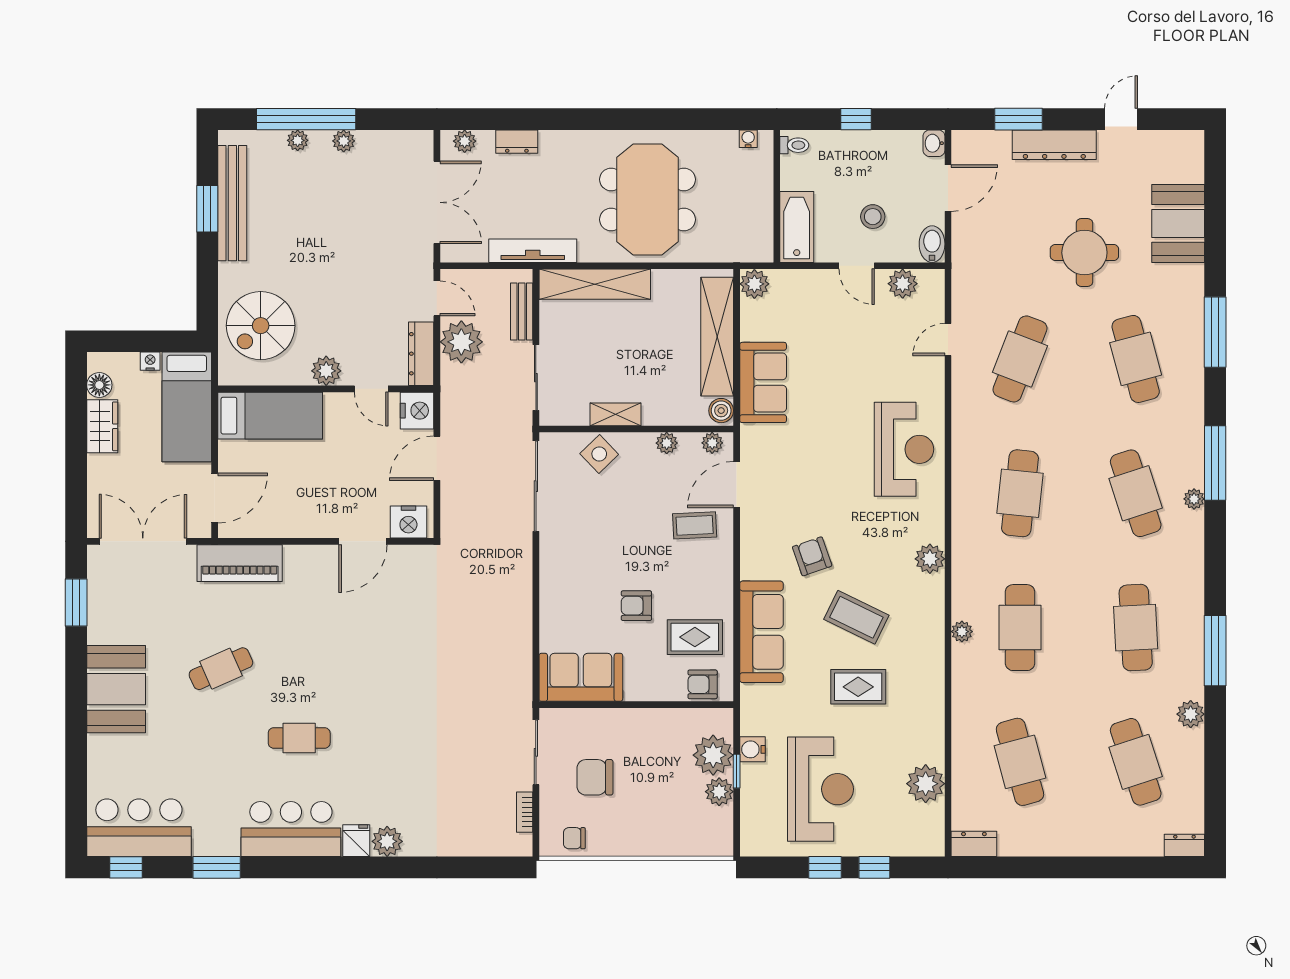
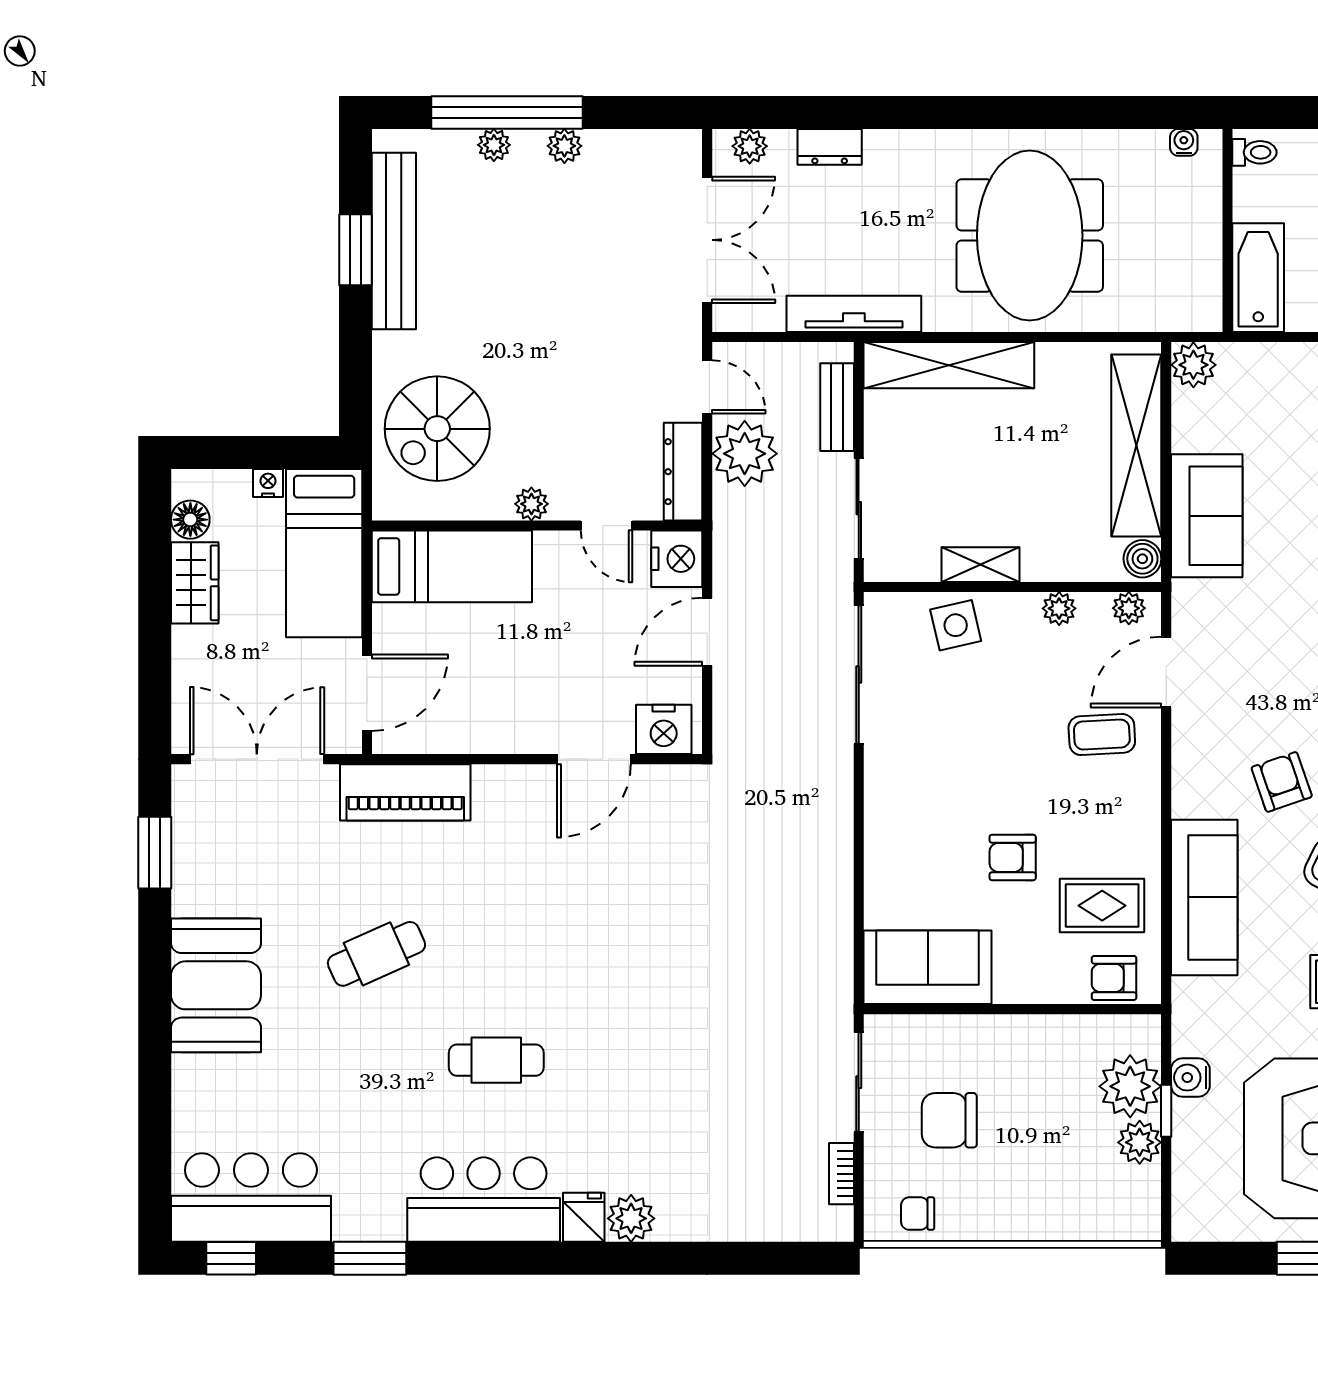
plant: (326, 371) -> (531, 504), width x0.73, depth x0.73
side table: (599, 454) -> (956, 625), turned 31

